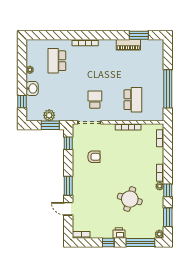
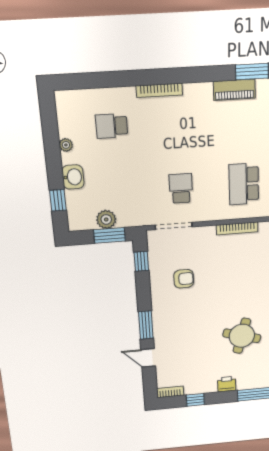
school desk: (57, 61) -> (112, 126), width x0.54
school desk: (133, 100) -> (244, 184), turned 180
window: (108, 243) -> (195, 400), moved

